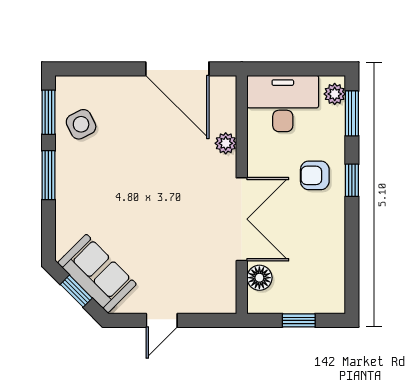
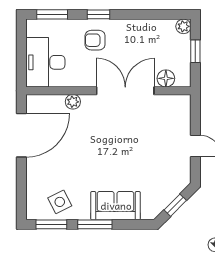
plant: (335, 94) -> (183, 26), moved
armchair: (315, 175) -> (95, 40), turned 90
sofa: (97, 274) -> (116, 206), moved, turned 45

